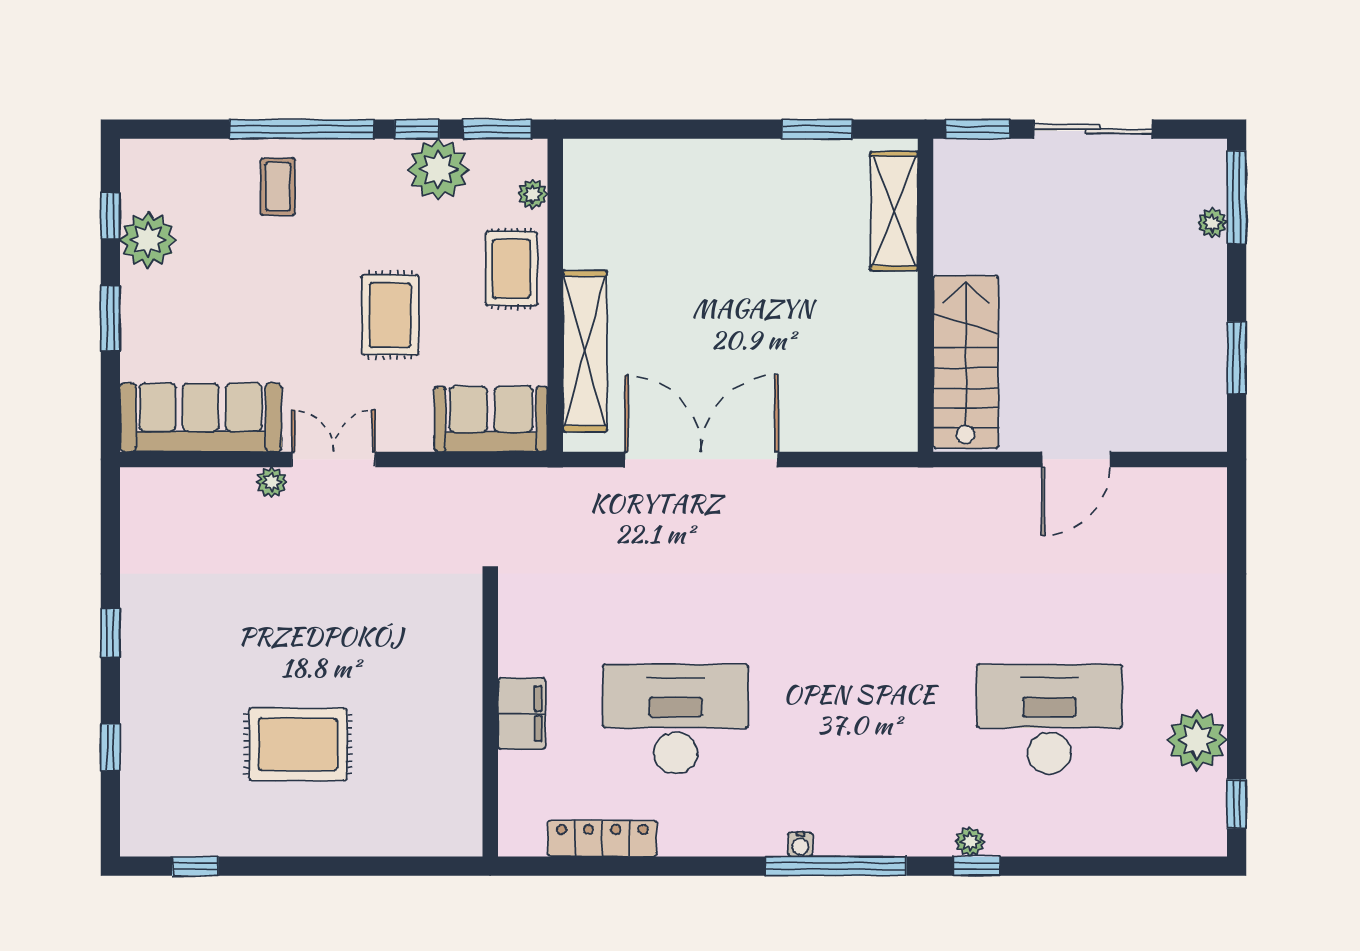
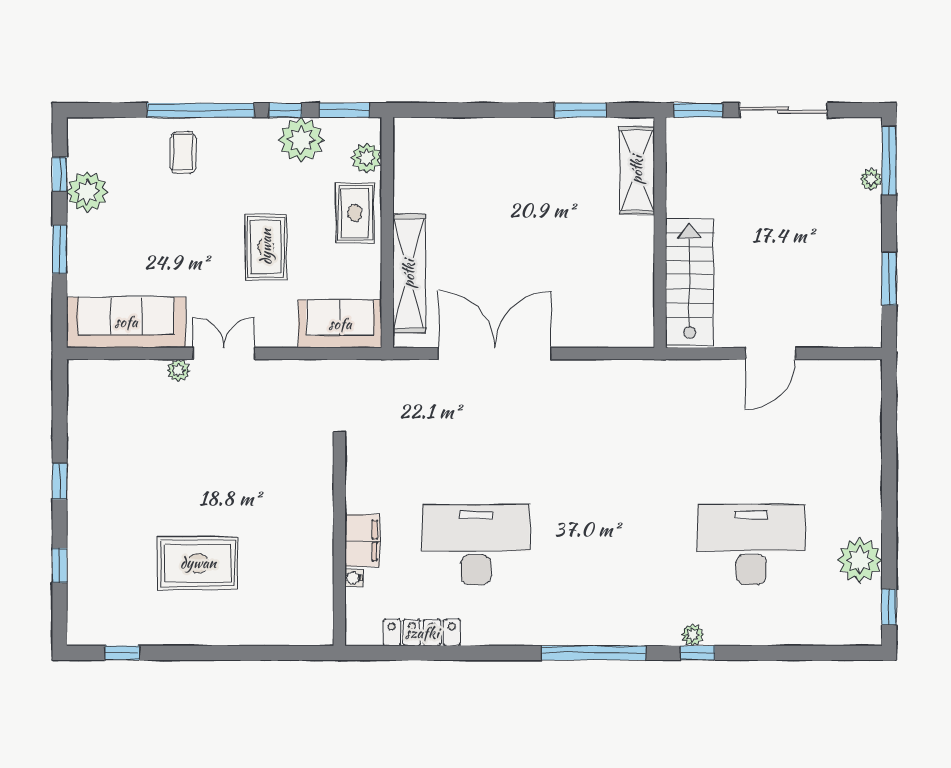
plant: (533, 194) -> (366, 158), width x1.38, depth x1.38
water cooler: (800, 844) -> (354, 578), moved, turned 90

